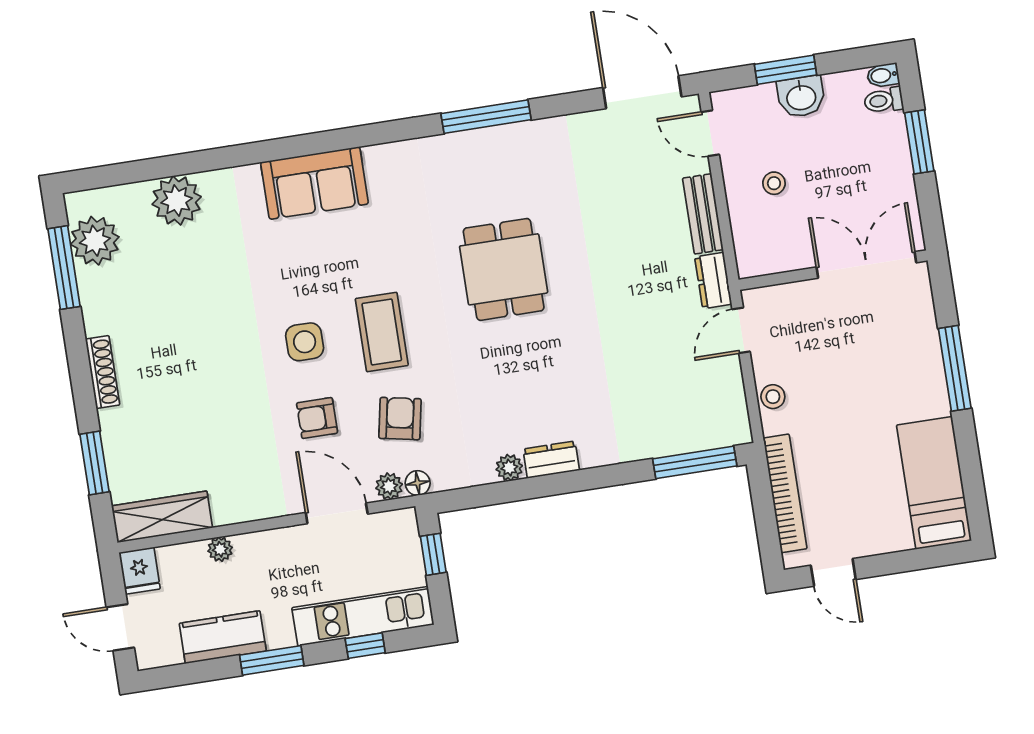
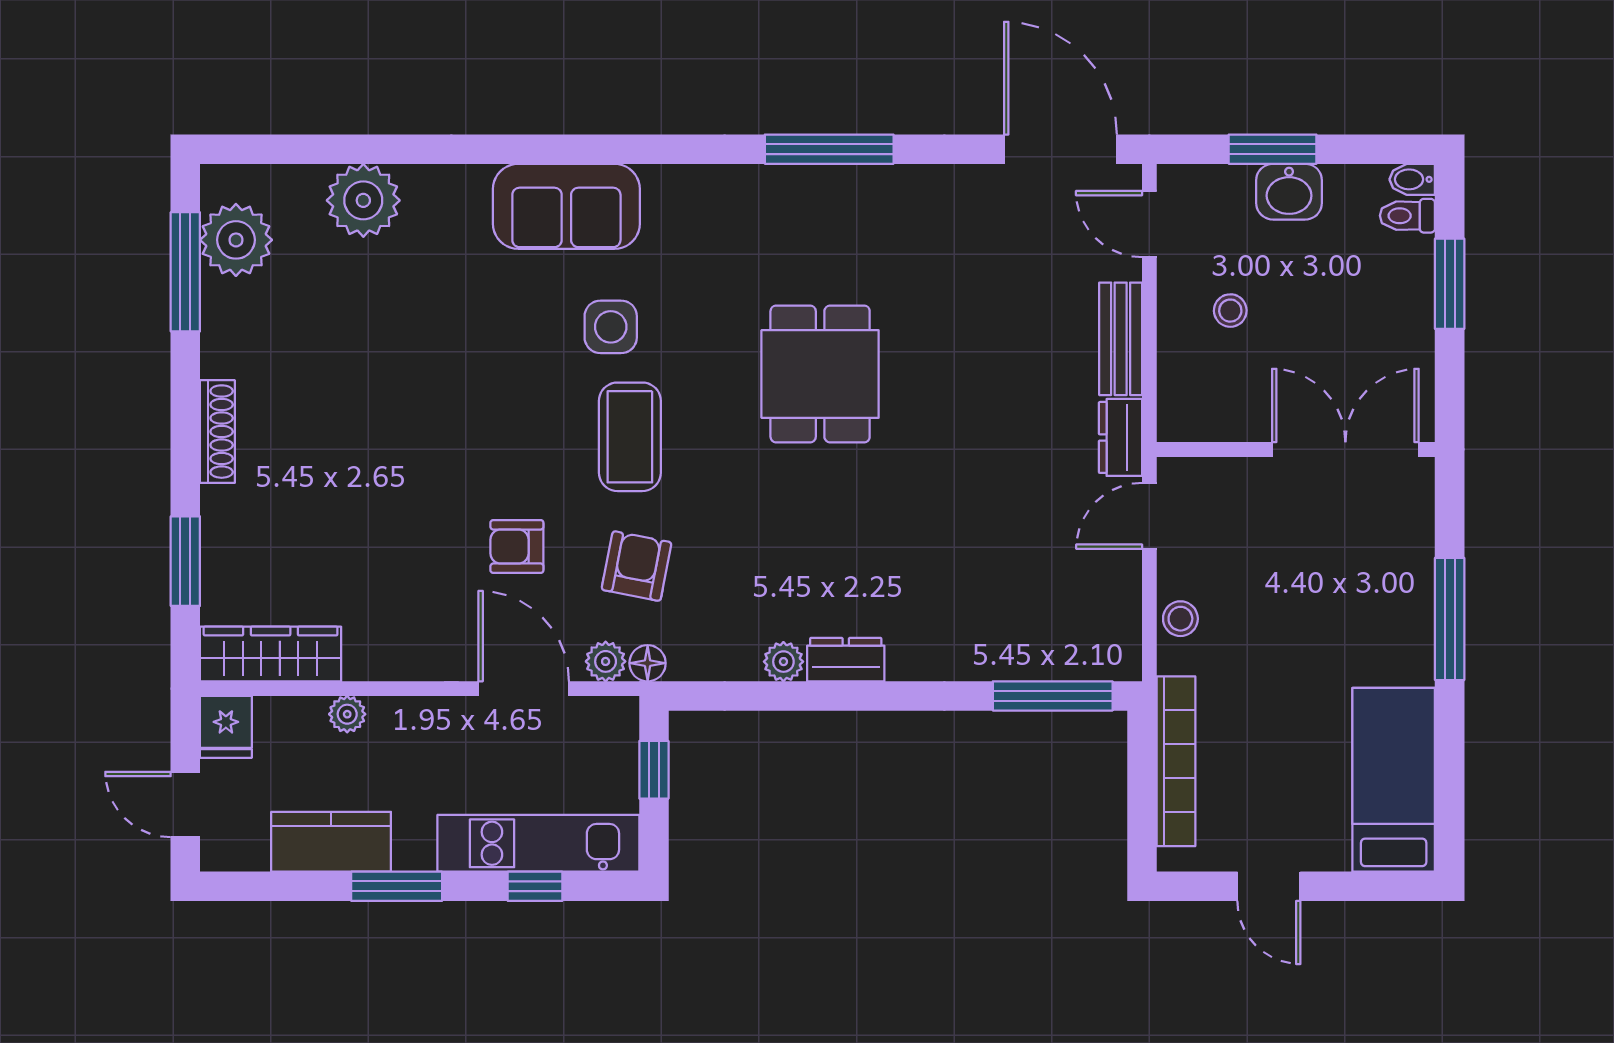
side table: (305, 342) -> (611, 327), moved
door: (833, 572) -> (1269, 886), moved

